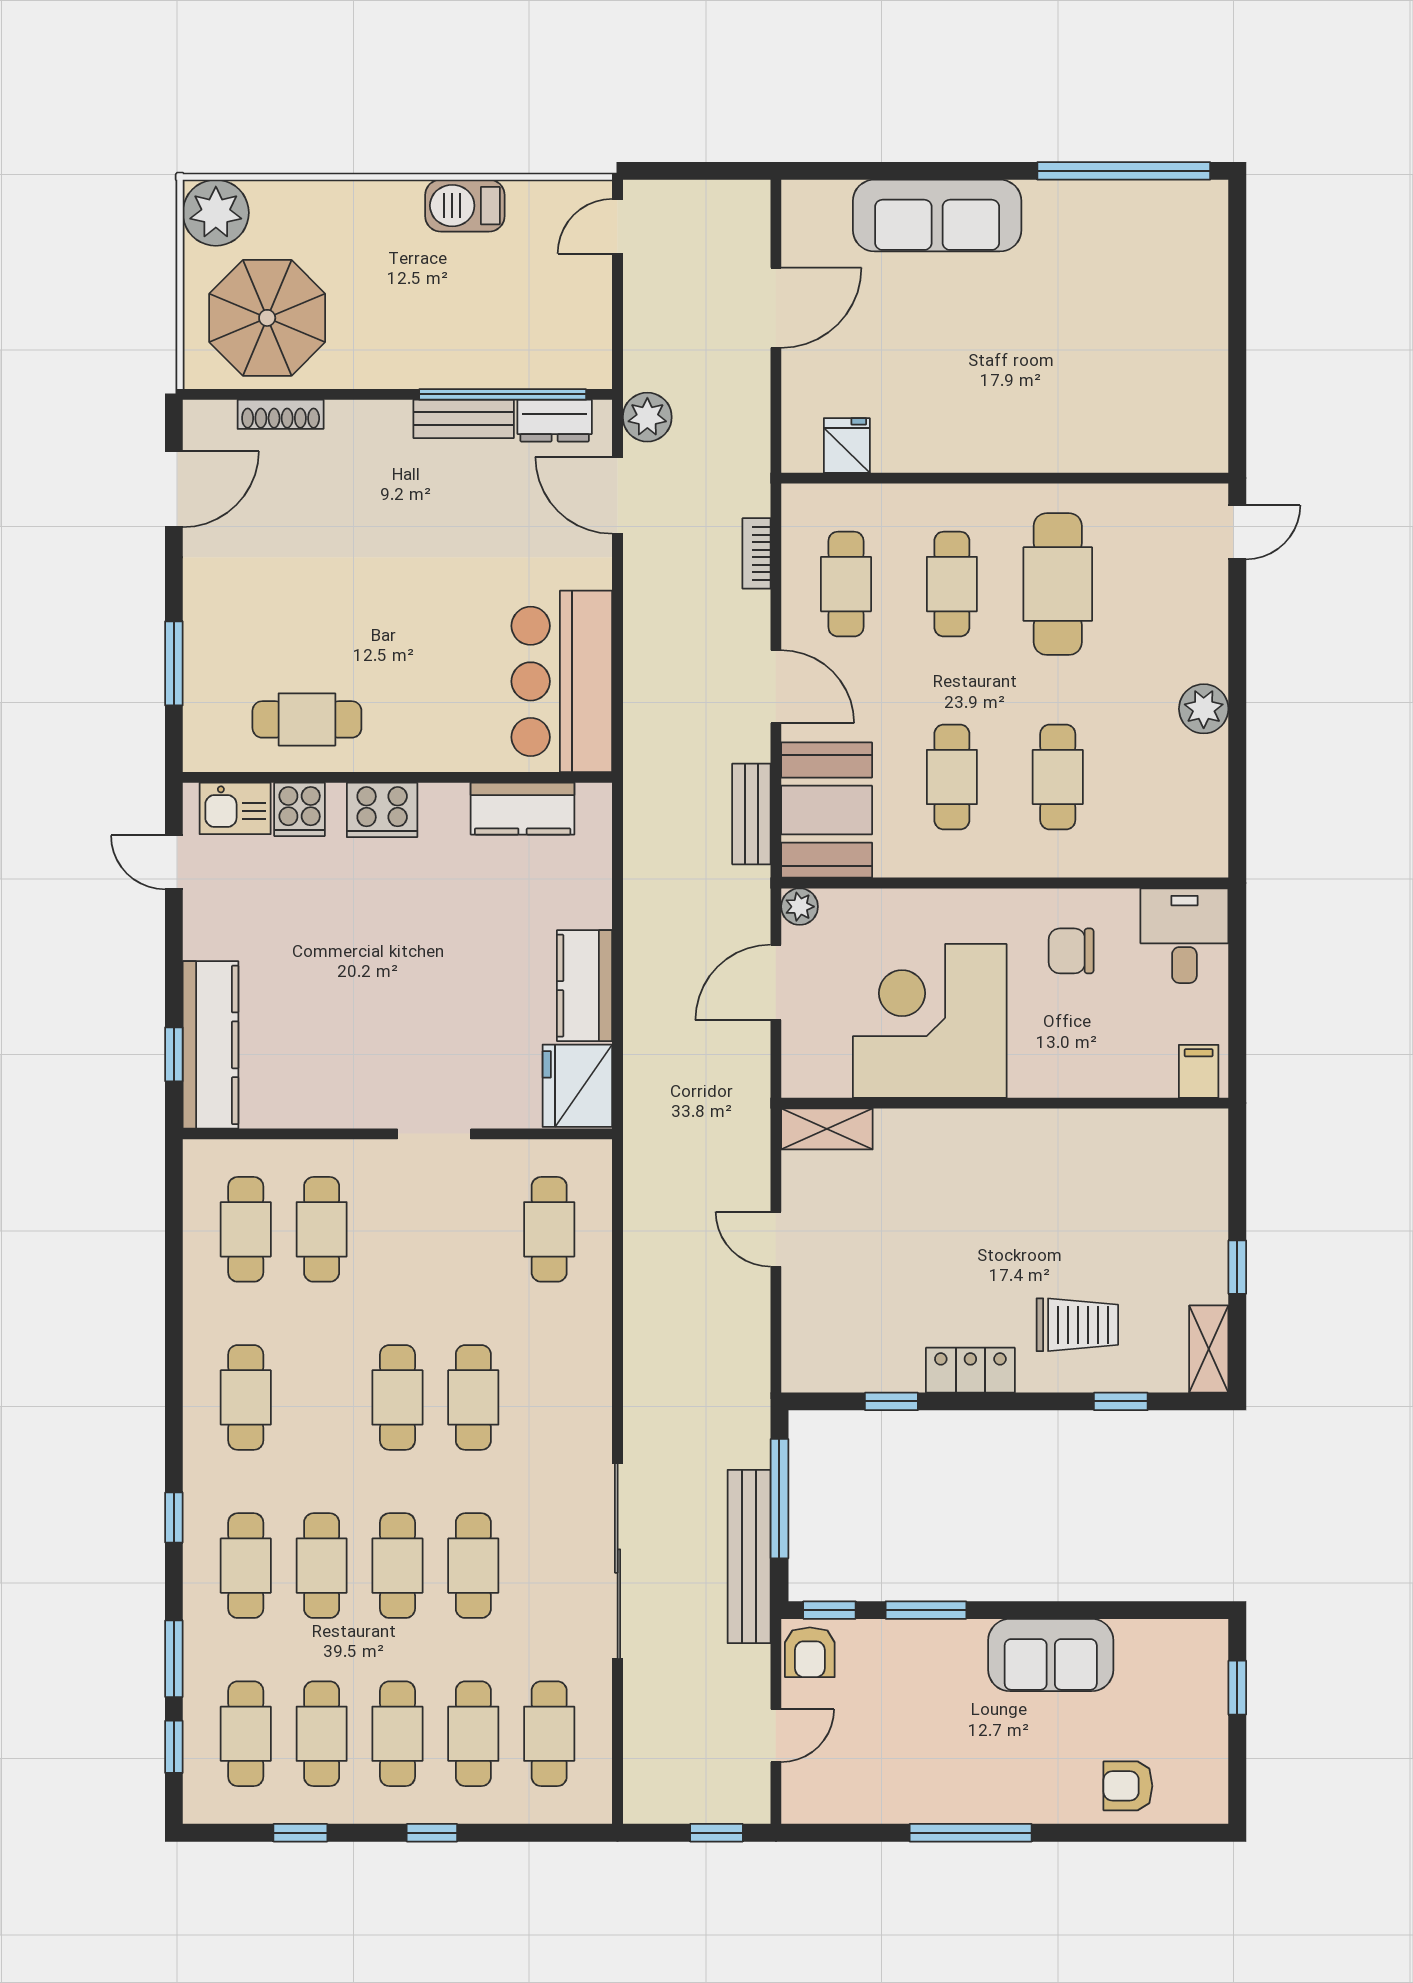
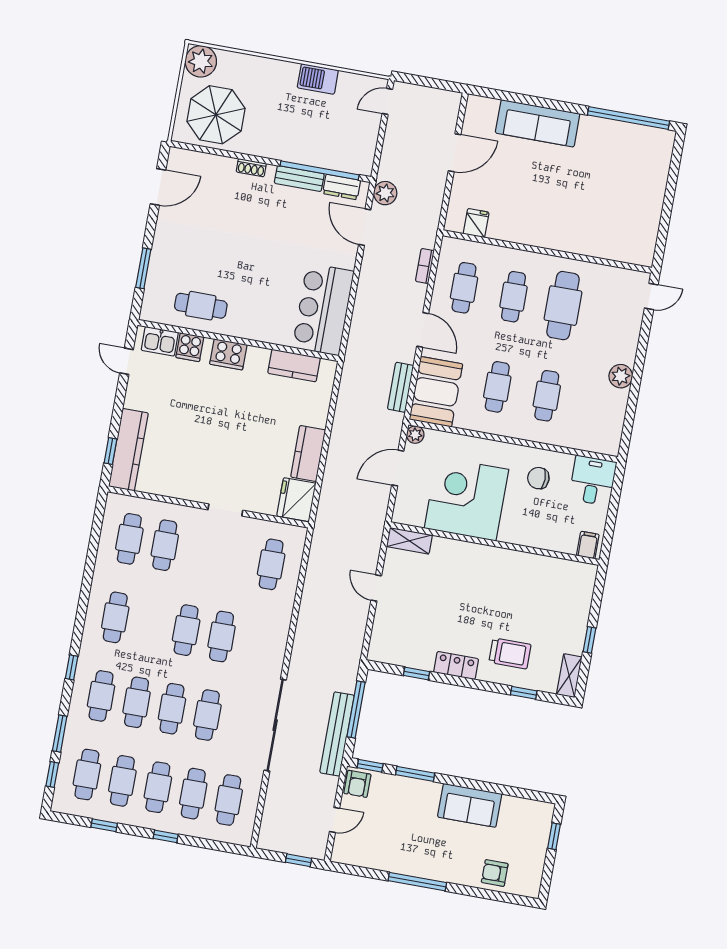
shoe rack: (281, 414) -> (251, 168), moved, width x0.70

